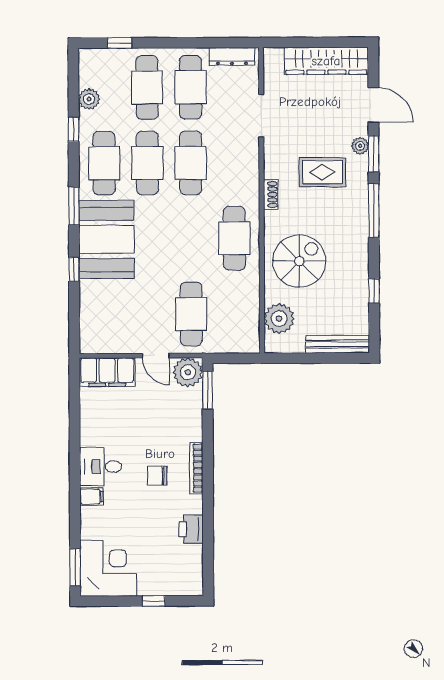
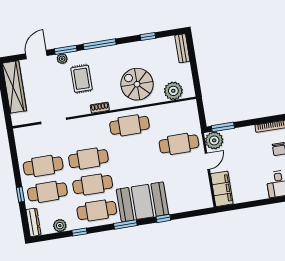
window: (120, 43) -> (20, 194), moved
dresser: (232, 56) -> (33, 222), moved
bench: (338, 344) -> (182, 48), width x0.73

